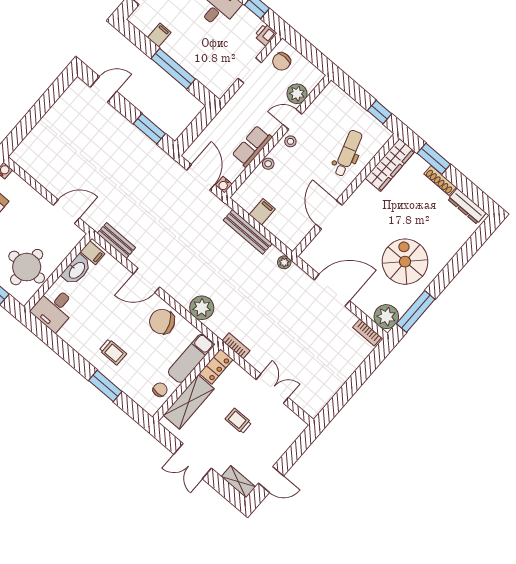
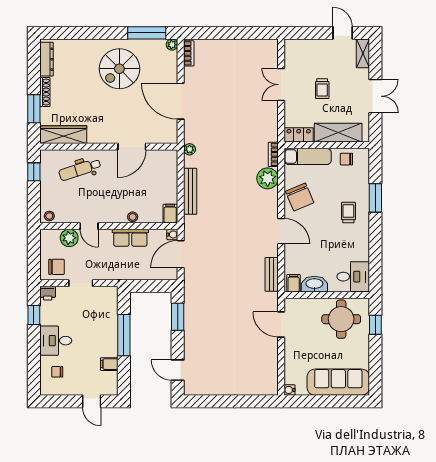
stool: (290, 141) -> (49, 216), moved
filing cabinet: (262, 212) -> (170, 214), moved, turned 90
plant: (386, 317) -> (172, 45), width x0.53, depth x0.53
bookcase: (236, 346) -> (273, 154), moved

